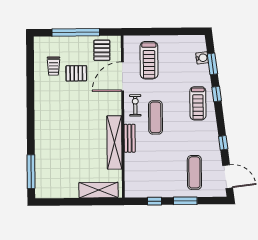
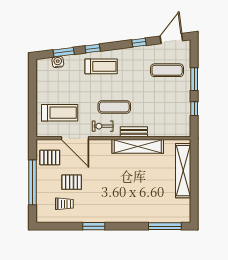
pallet: (76, 73) -> (72, 182), turned 90
window: (30, 97) -> (94, 226), added
shelving: (98, 190) -> (183, 171), width x1.47

